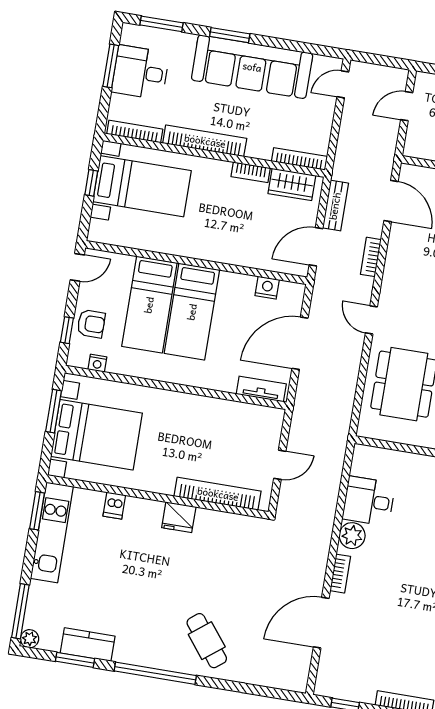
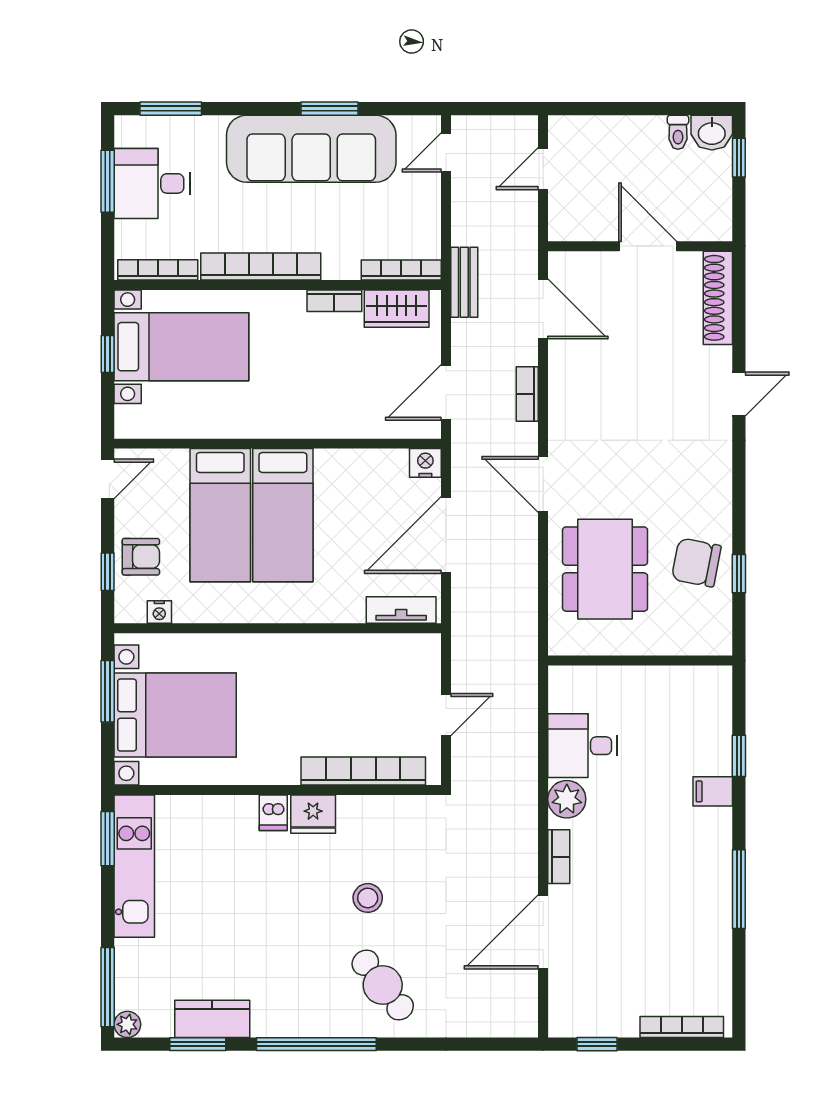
window: (230, 35) -> (330, 109), moved
bench: (335, 206) -> (464, 282), moved
nightstand: (267, 288) -> (425, 463), moved
door: (371, 320) -> (543, 484), width x1.38
dishwasher: (114, 506) -> (273, 813), moved
stool: (206, 580) -> (368, 898), added

